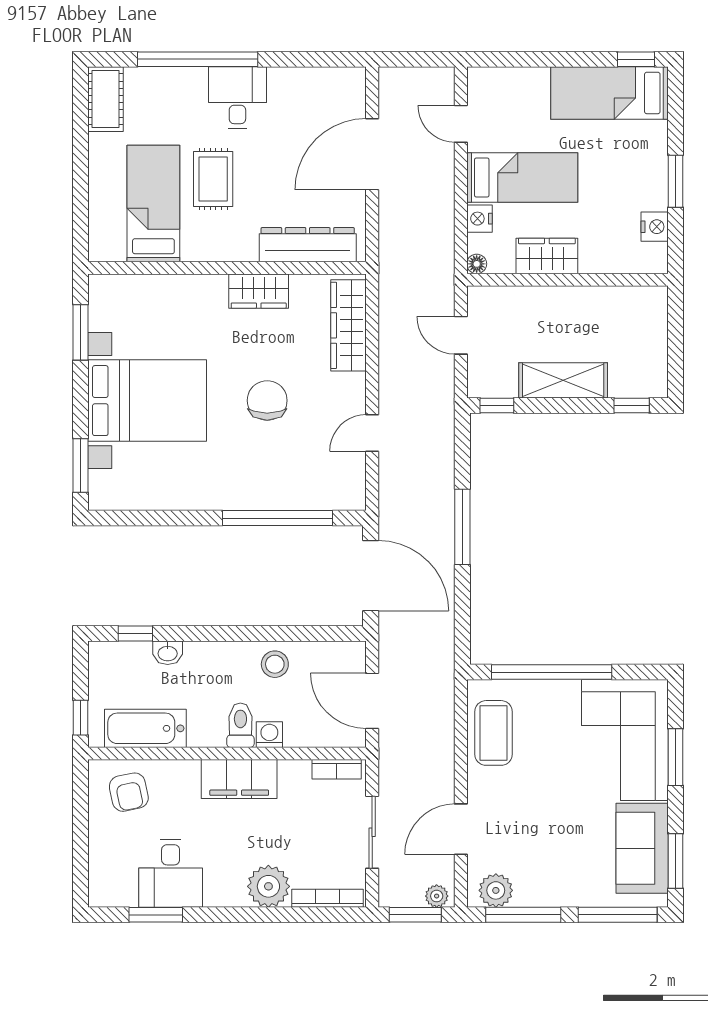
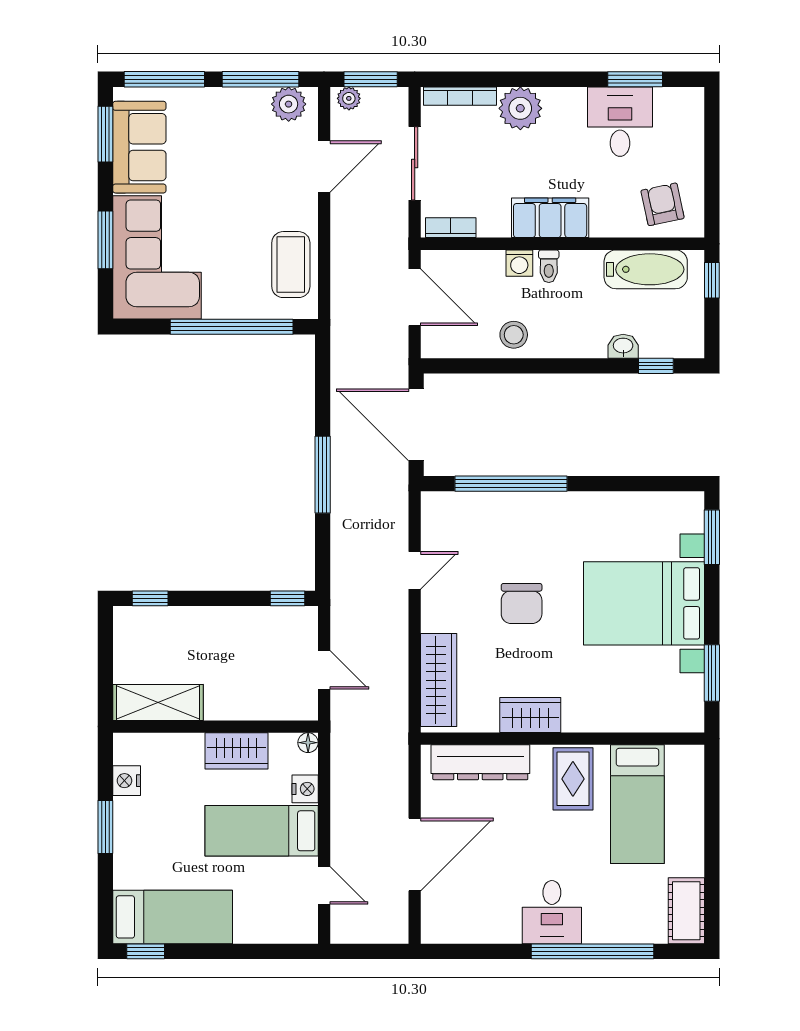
rug: (213, 179) -> (573, 779), moved
shelving: (563, 380) -> (158, 702), moved
toilet: (240, 725) -> (549, 266), width x0.73, depth x0.72

